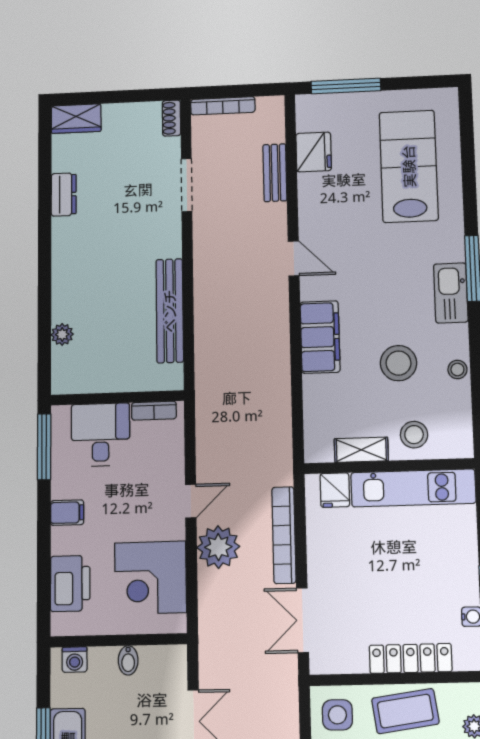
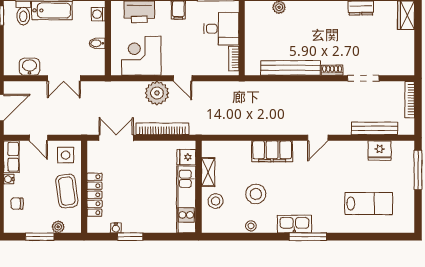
shoe rack: (172, 118) -> (332, 70), moved
lab bench: (409, 166) -> (369, 204), width x0.73, depth x0.72
bench: (275, 173) -> (374, 128), width x1.36

